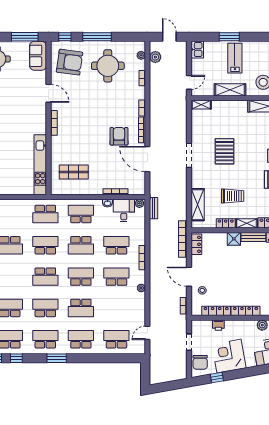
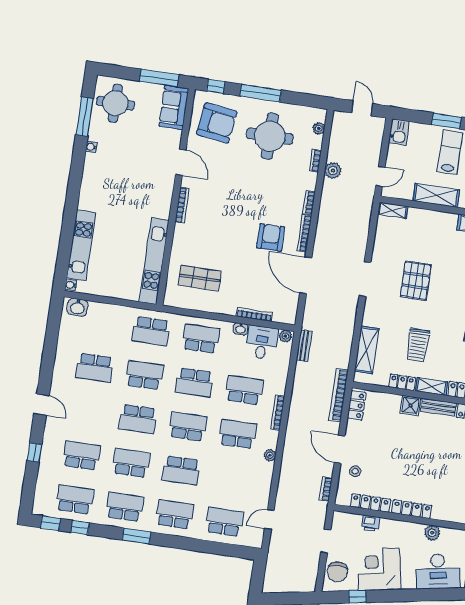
plant: (155, 57) -> (333, 170), moved
trolley: (233, 196) -> (418, 345), turned 90

